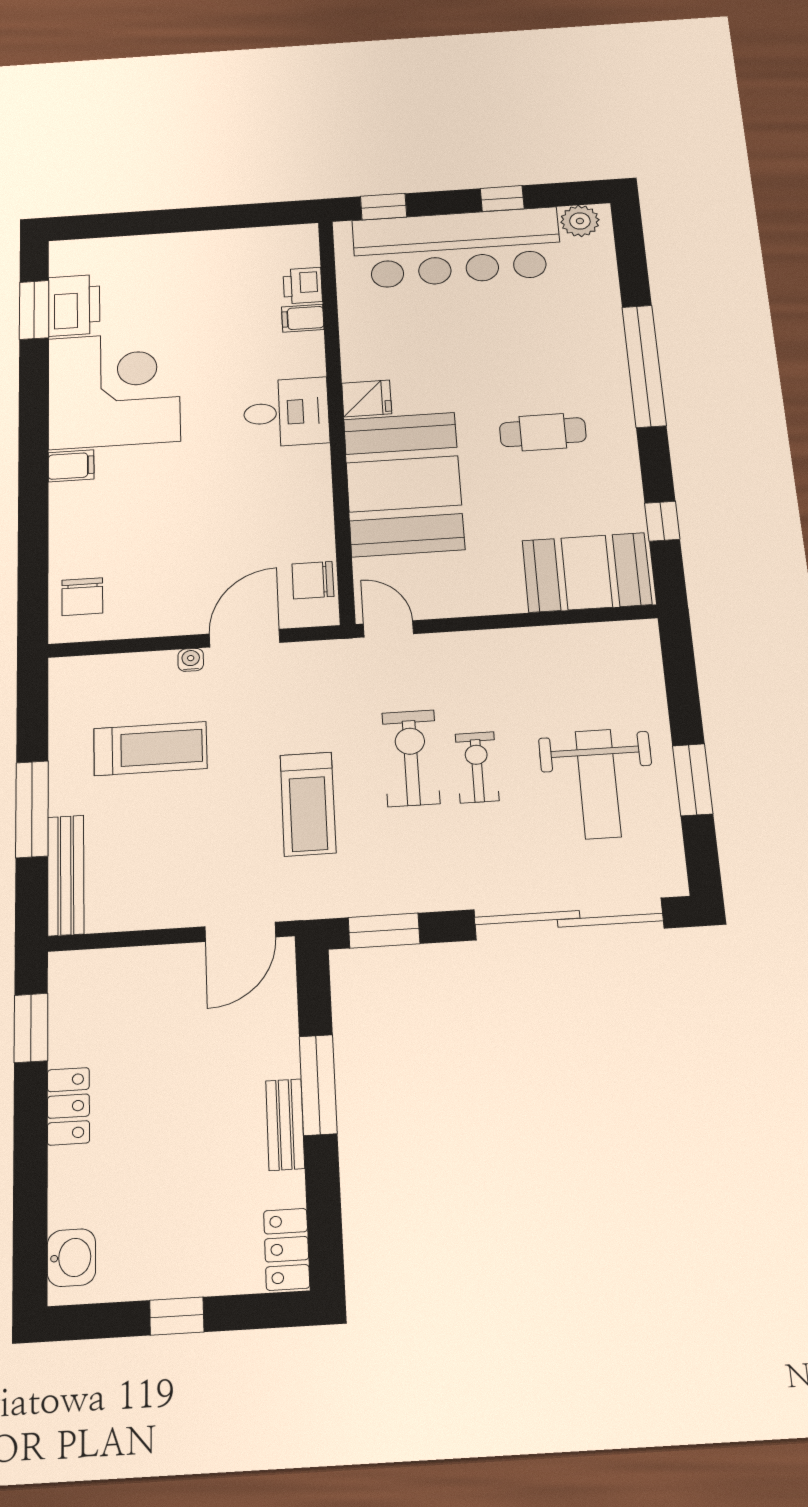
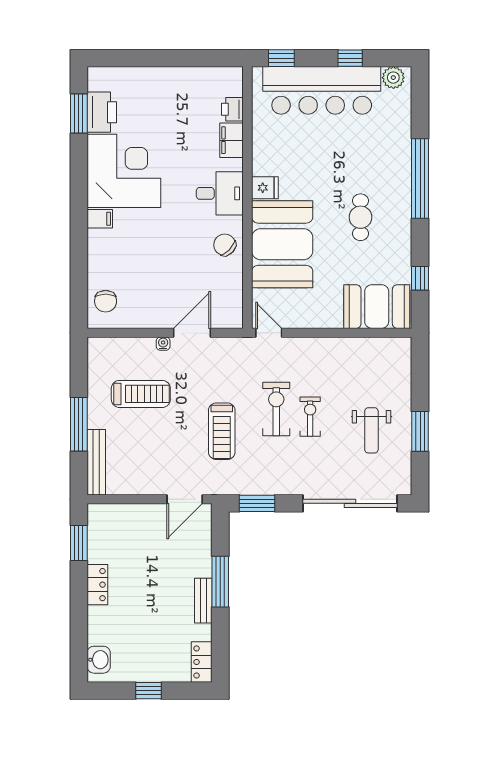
filing cabinet: (303, 318) -> (232, 140), width x2.00
cafe table: (543, 432) -> (360, 217), turned 90
chair: (313, 580) -> (225, 245), moved, turned 44
weight bench: (598, 784) -> (371, 430), width x0.73, depth x0.75

